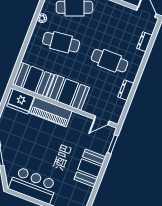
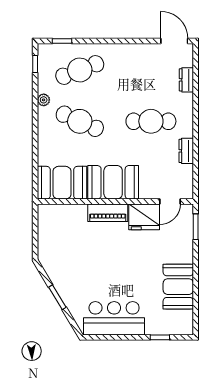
cafe table: (61, 42) -> (80, 121), turned 30
fridge: (21, 101) -> (144, 217), moved
piano: (51, 112) -> (108, 213), width x0.73, depth x0.75
booth: (90, 168) -> (178, 287), moved

